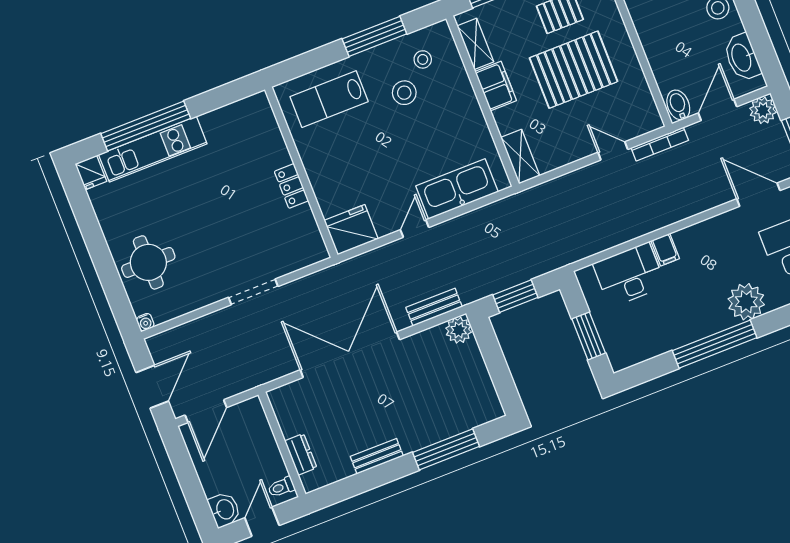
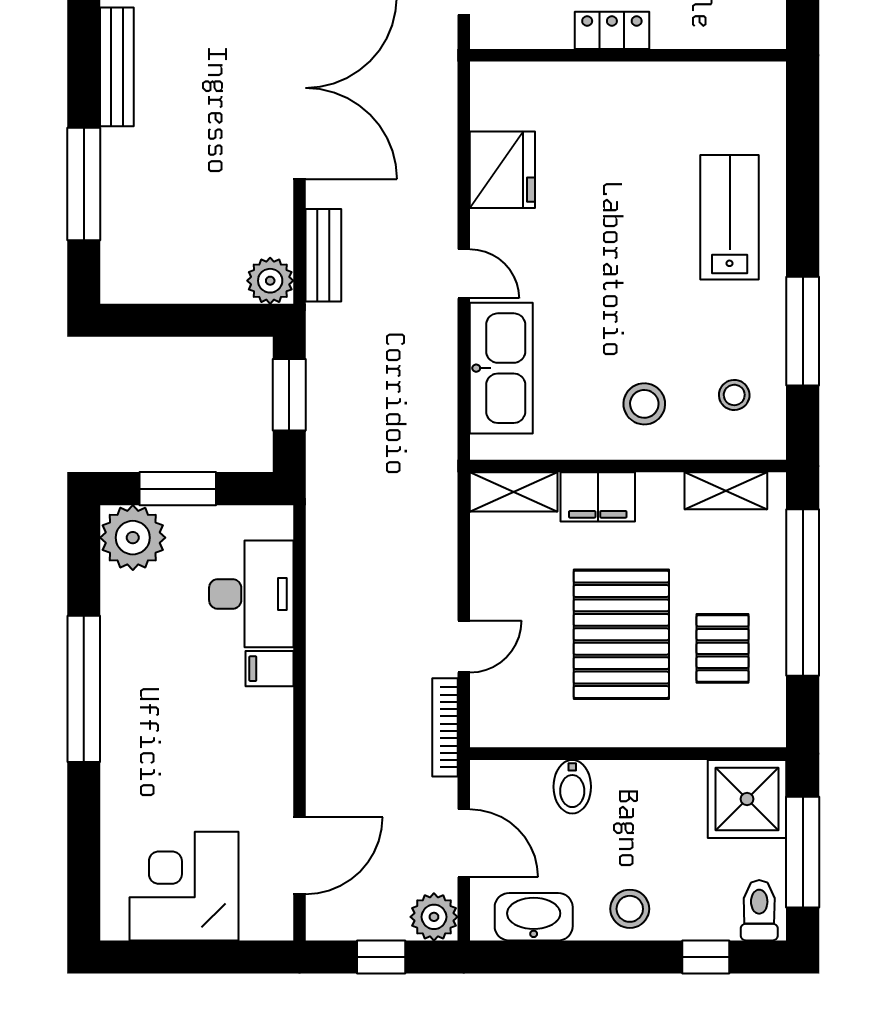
filing cabinet: (496, 86) -> (598, 497), moved
stool: (404, 93) -> (644, 404), moved
bidet: (678, 105) -> (572, 787), moved, turned 90
wall: (301, 172) -> (628, 55), moved
locker: (291, 186) -> (612, 30), moved
plant: (746, 302) -> (133, 538), moved
bench: (377, 456) -> (117, 67), width x1.36

